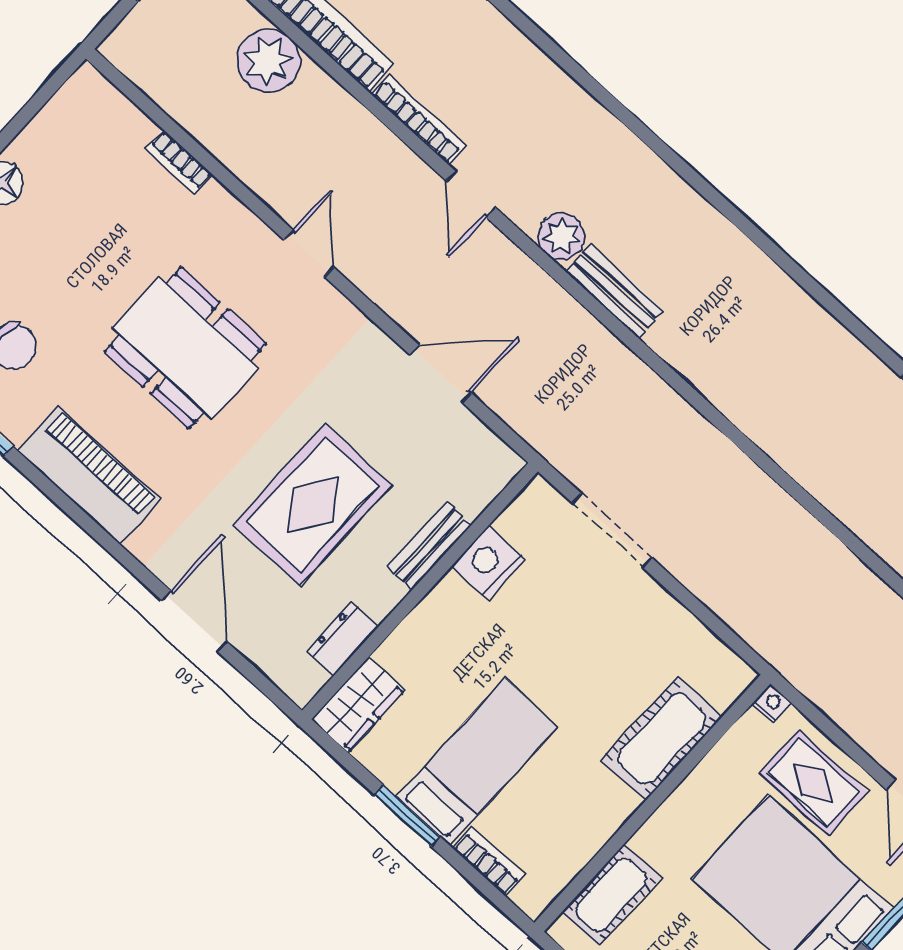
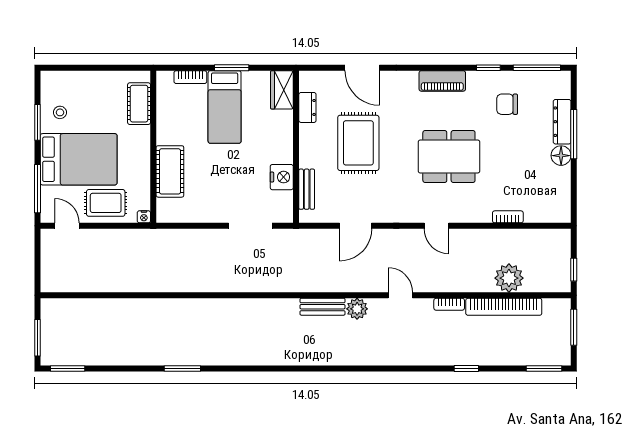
bookcase: (419, 120) -> (449, 304), width x0.64
piano: (89, 475) -> (442, 81), width x0.73, depth x0.75
bench: (429, 546) -> (307, 189), moved

